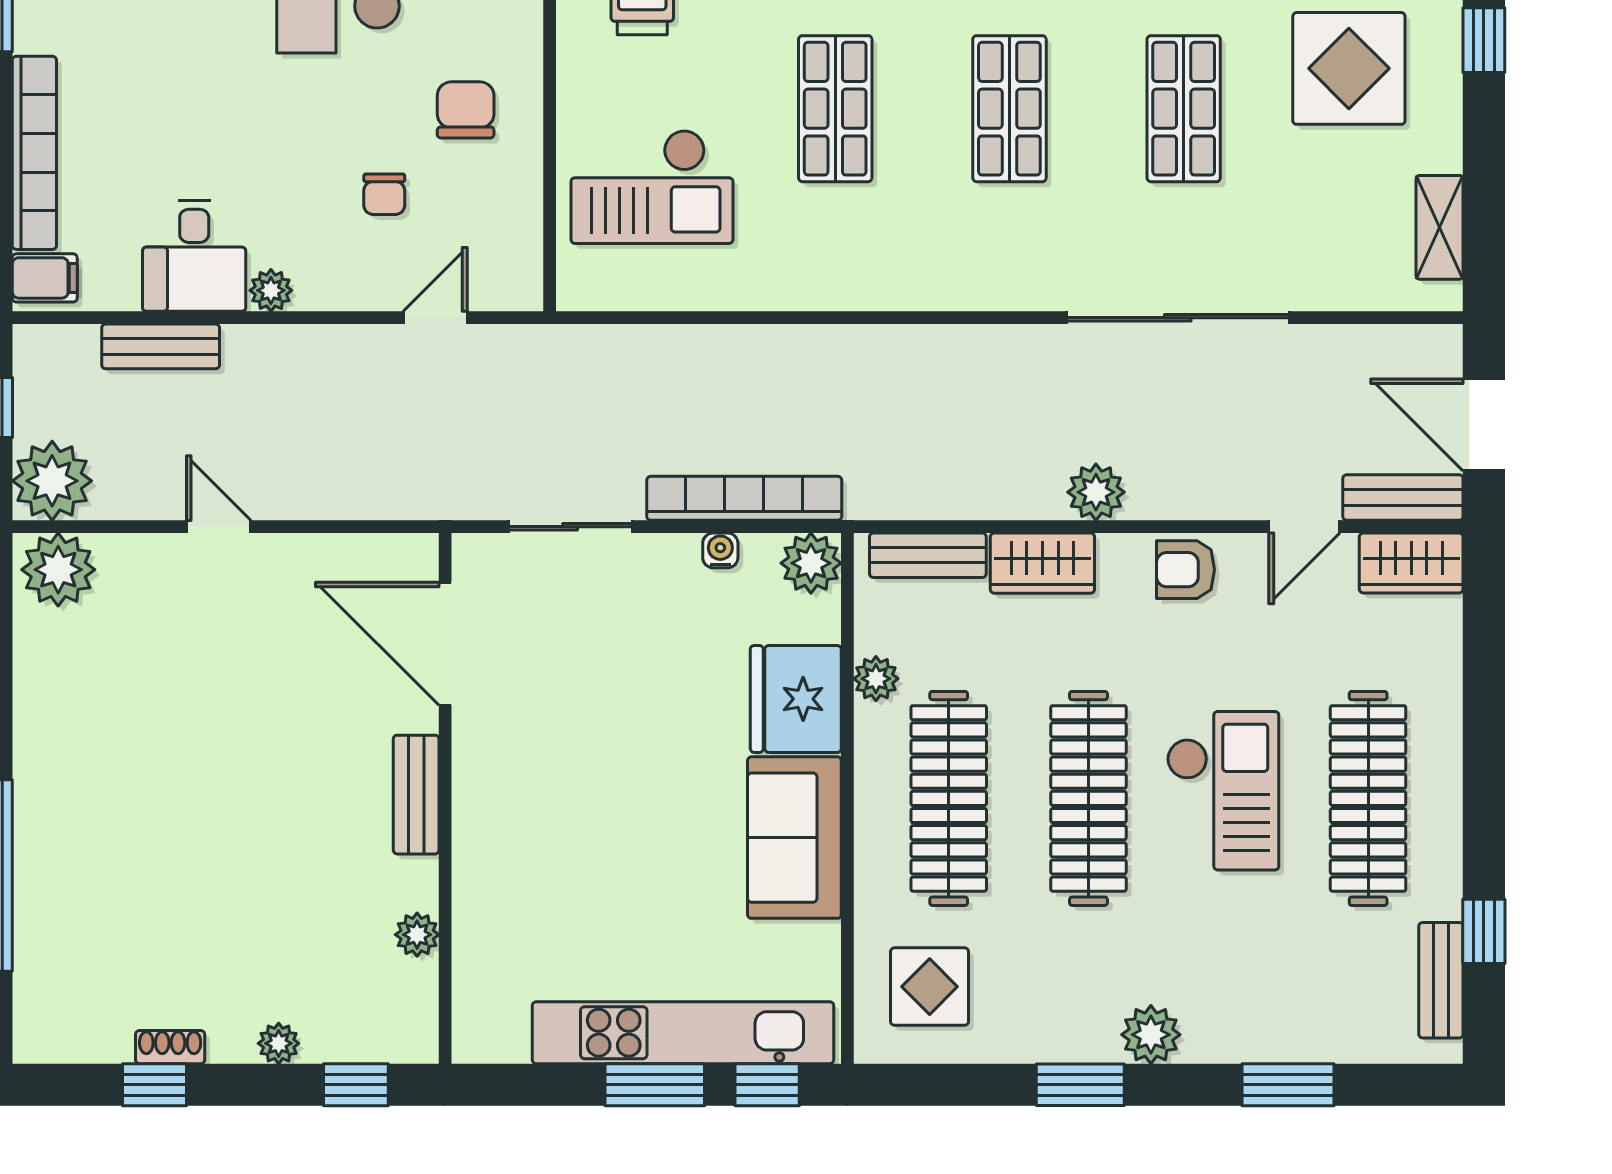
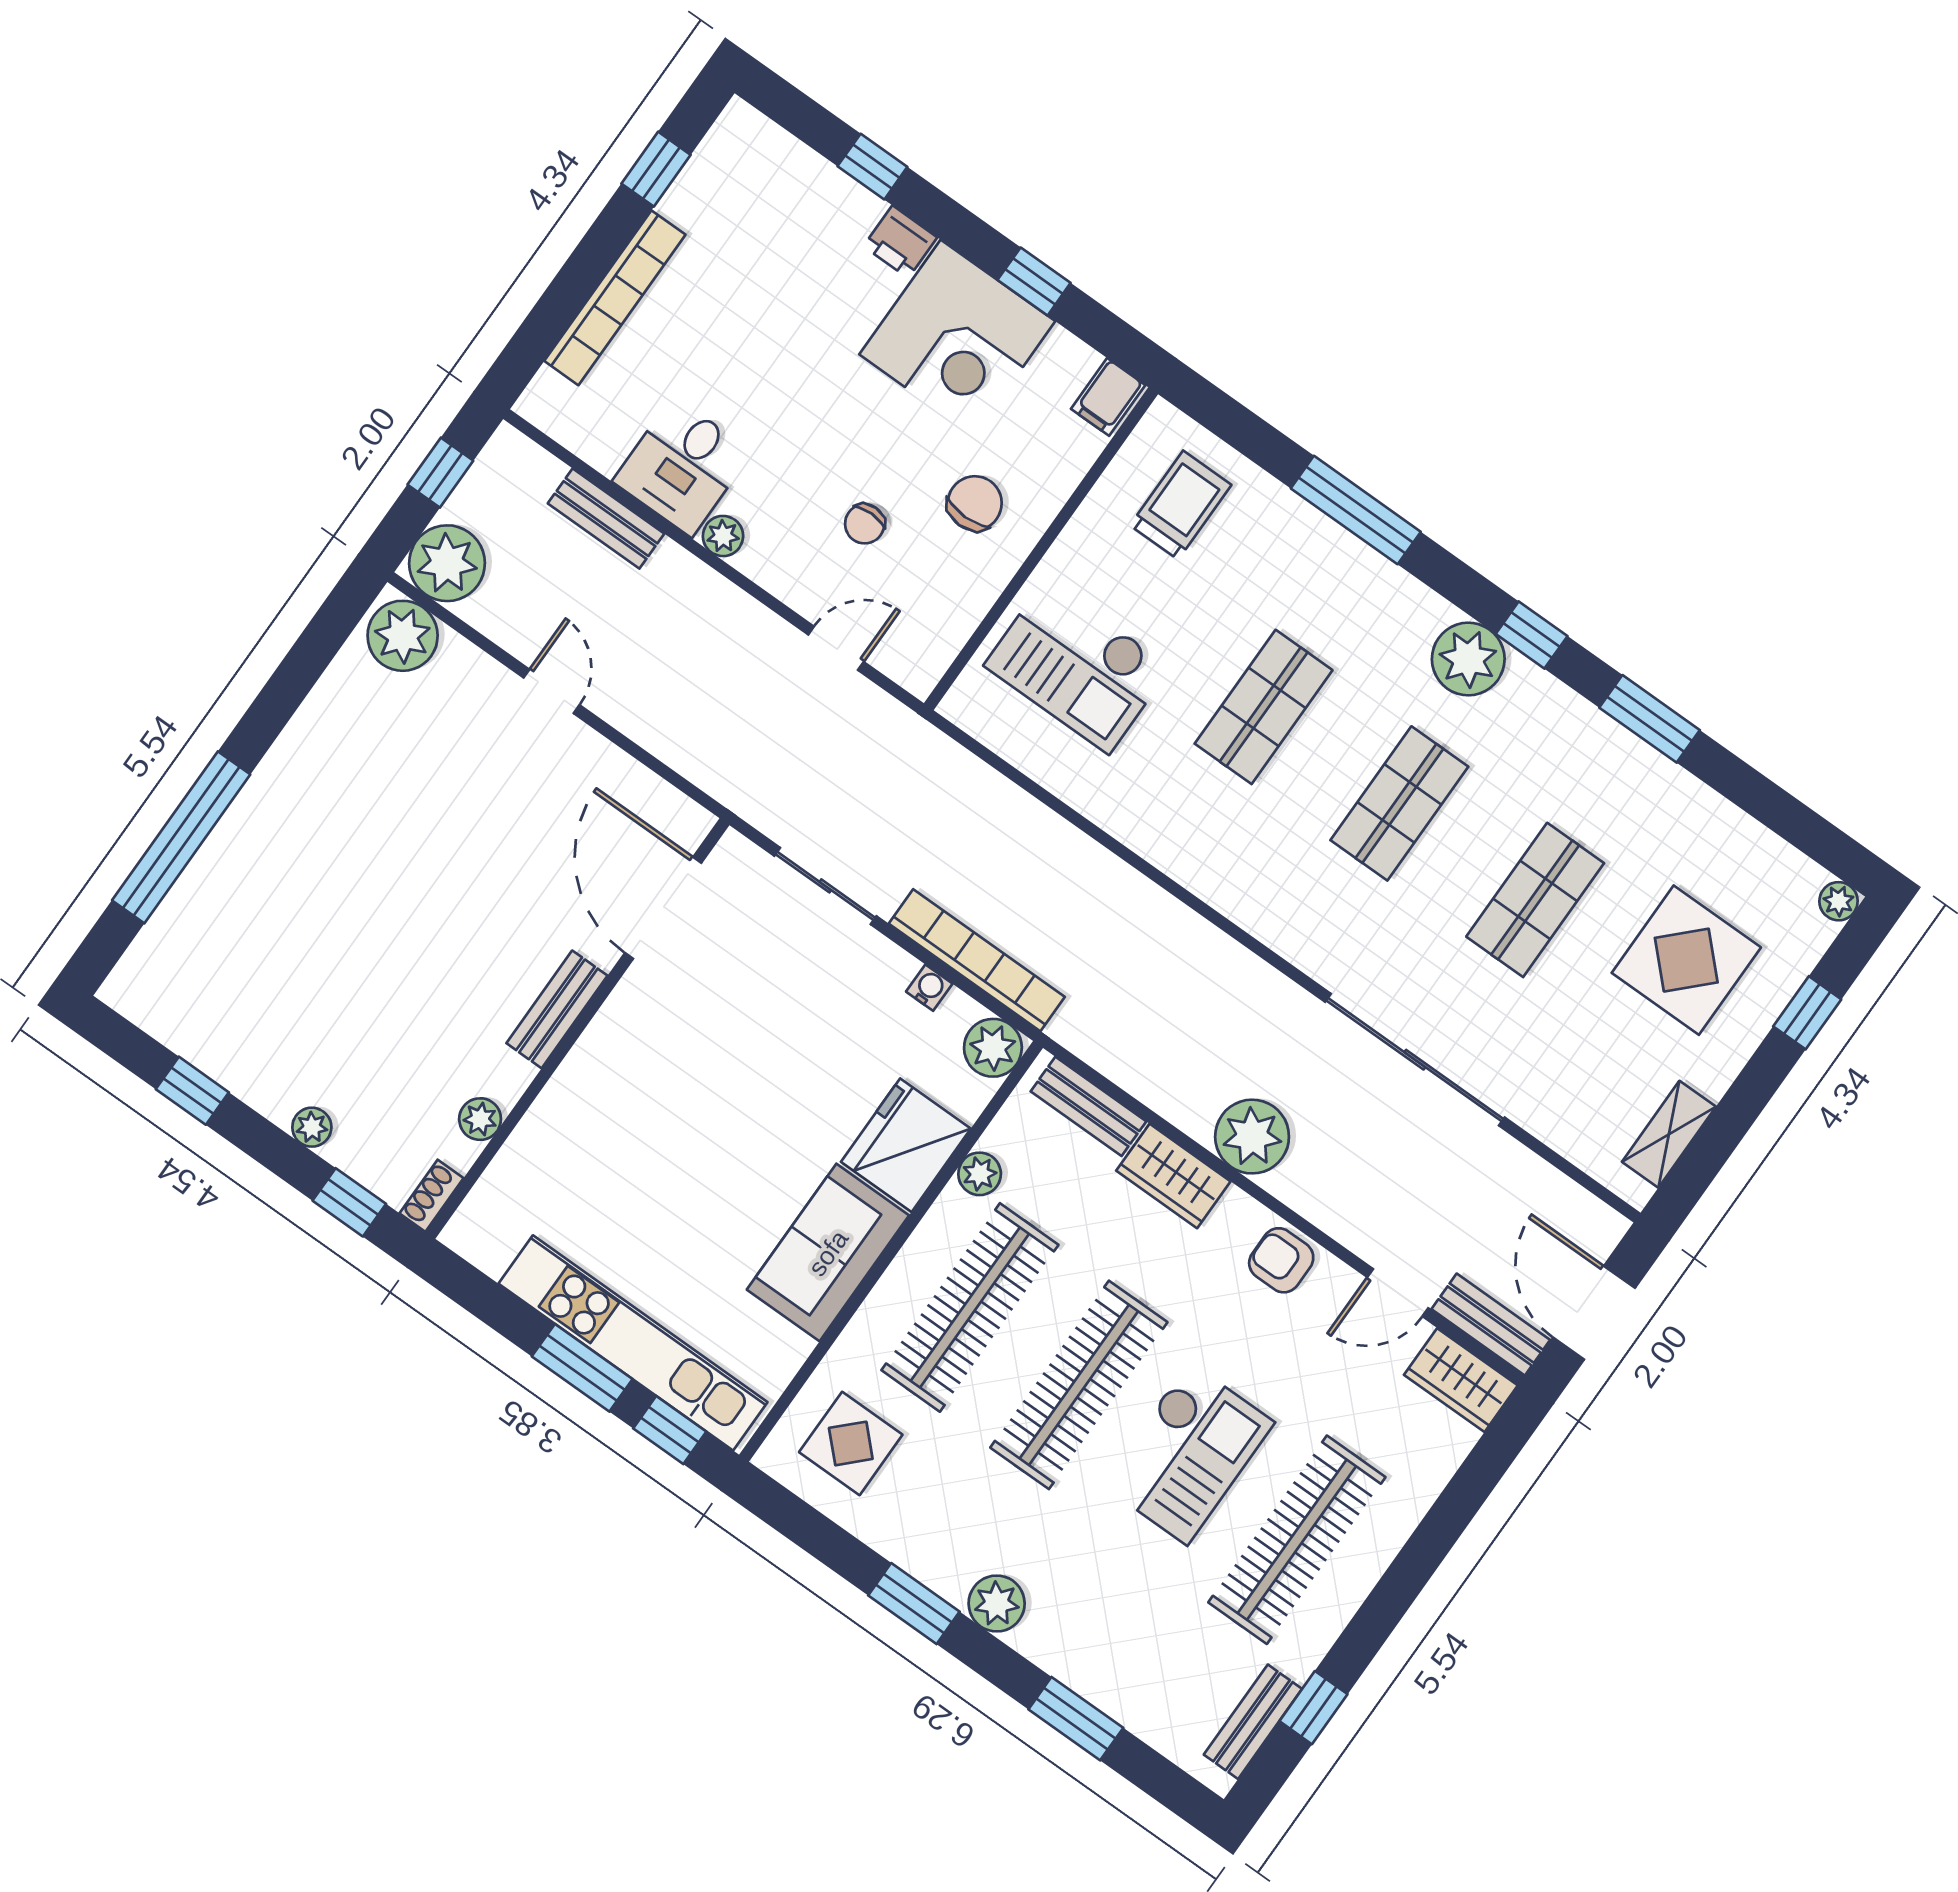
filing cabinet: (45, 278) -> (554, 401), removed
plant: (1096, 492) -> (1252, 1137), width x1.36, depth x1.36
shoe rack: (170, 1047) -> (432, 1196), moved, turned -90

